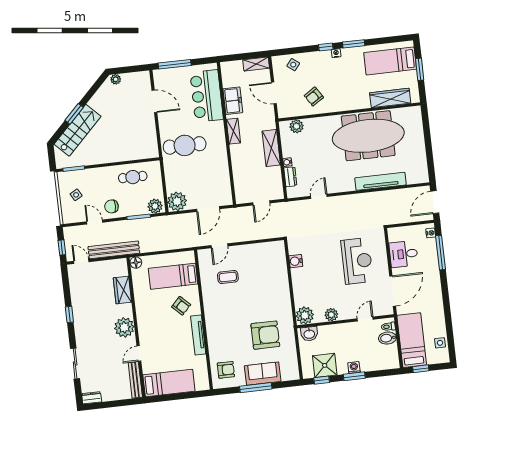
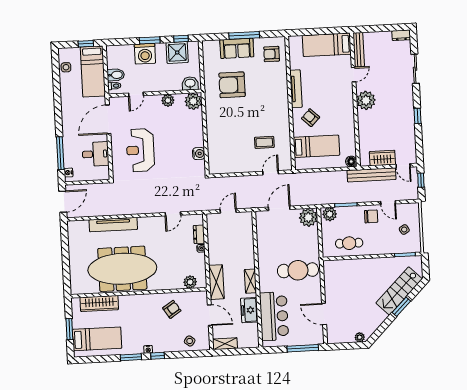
shelving: (271, 148) -> (216, 282), moved
wardrobe: (122, 290) -> (382, 158), moved, turned -90
washing machine: (354, 368) -> (145, 54), width x1.89, depth x1.89

